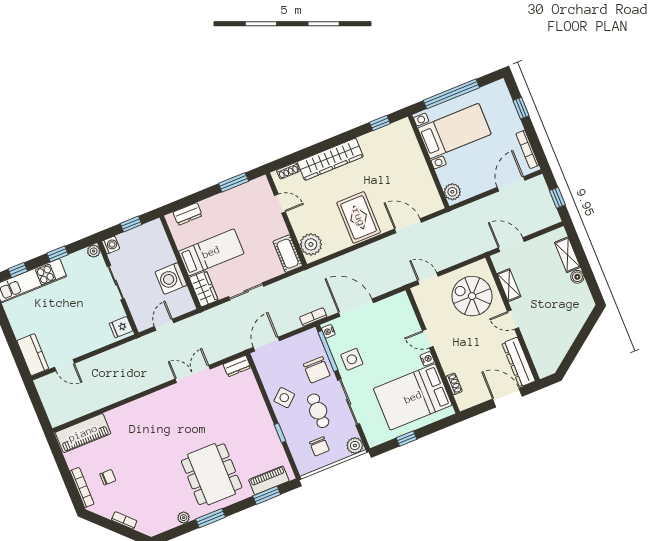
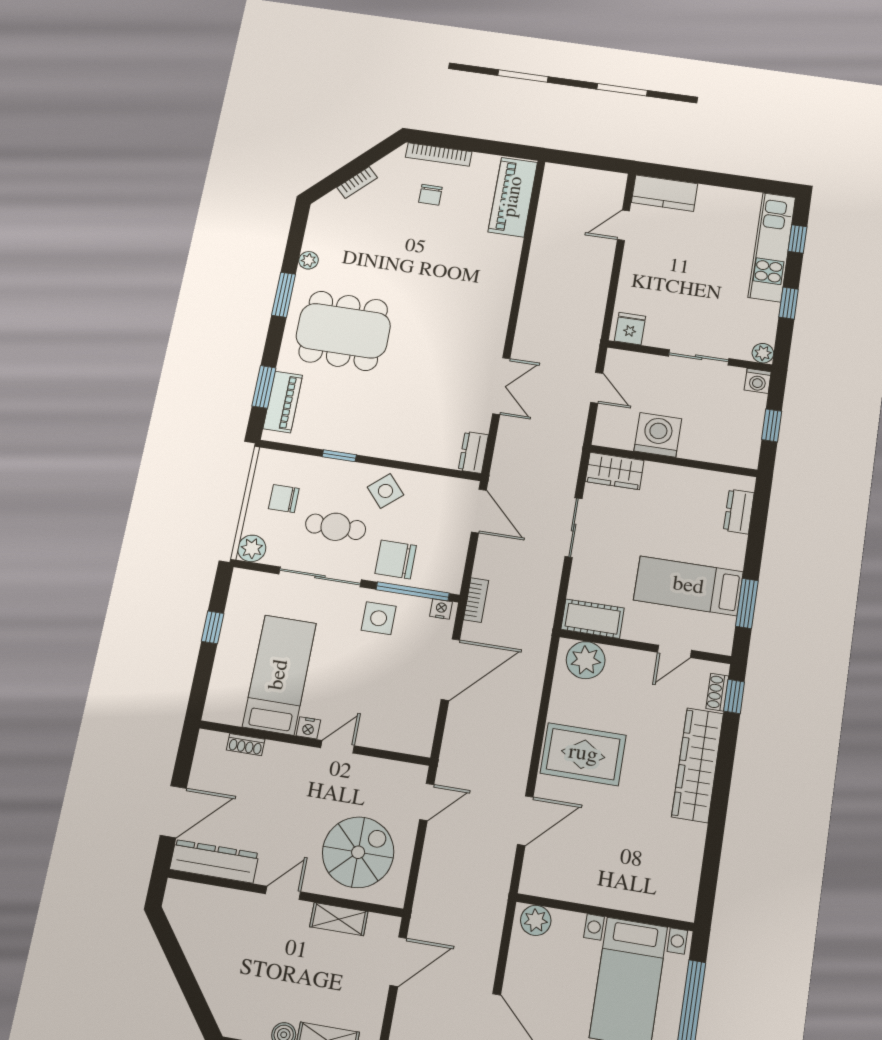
window: (380, 123) -> (734, 696), moved
bed: (211, 252) -> (688, 586), moved, turned 90
bed: (413, 397) -> (279, 675), width x0.67

